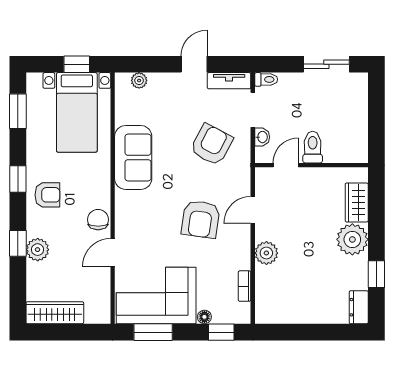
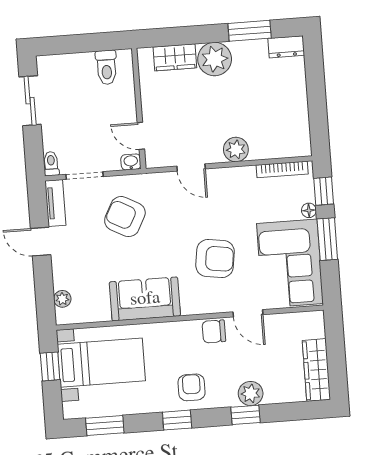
washbasin: (262, 137) -> (131, 162), moved
toilet: (313, 147) -> (106, 67), moved, turned -90
armchair: (201, 219) -> (215, 258), moved
window: (376, 274) -> (250, 31), width x1.50
bookcase: (244, 286) -> (282, 169), width x1.56
window: (153, 332) -> (327, 239), moved

